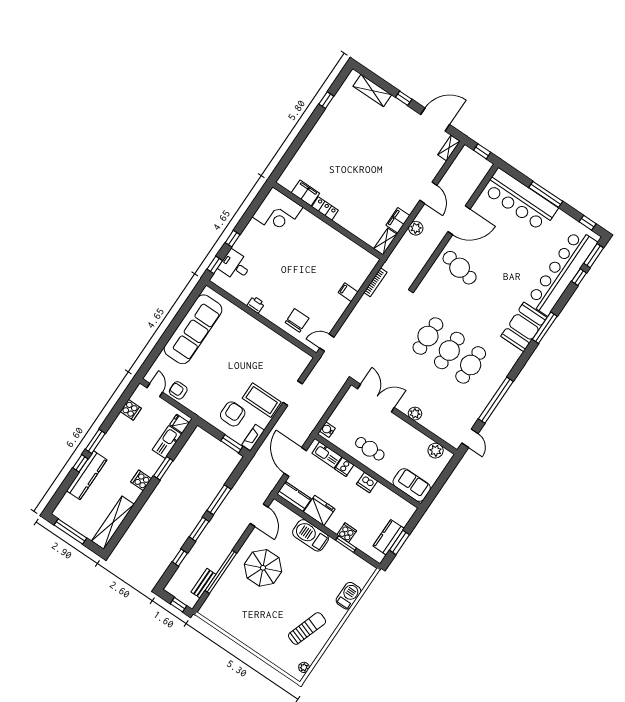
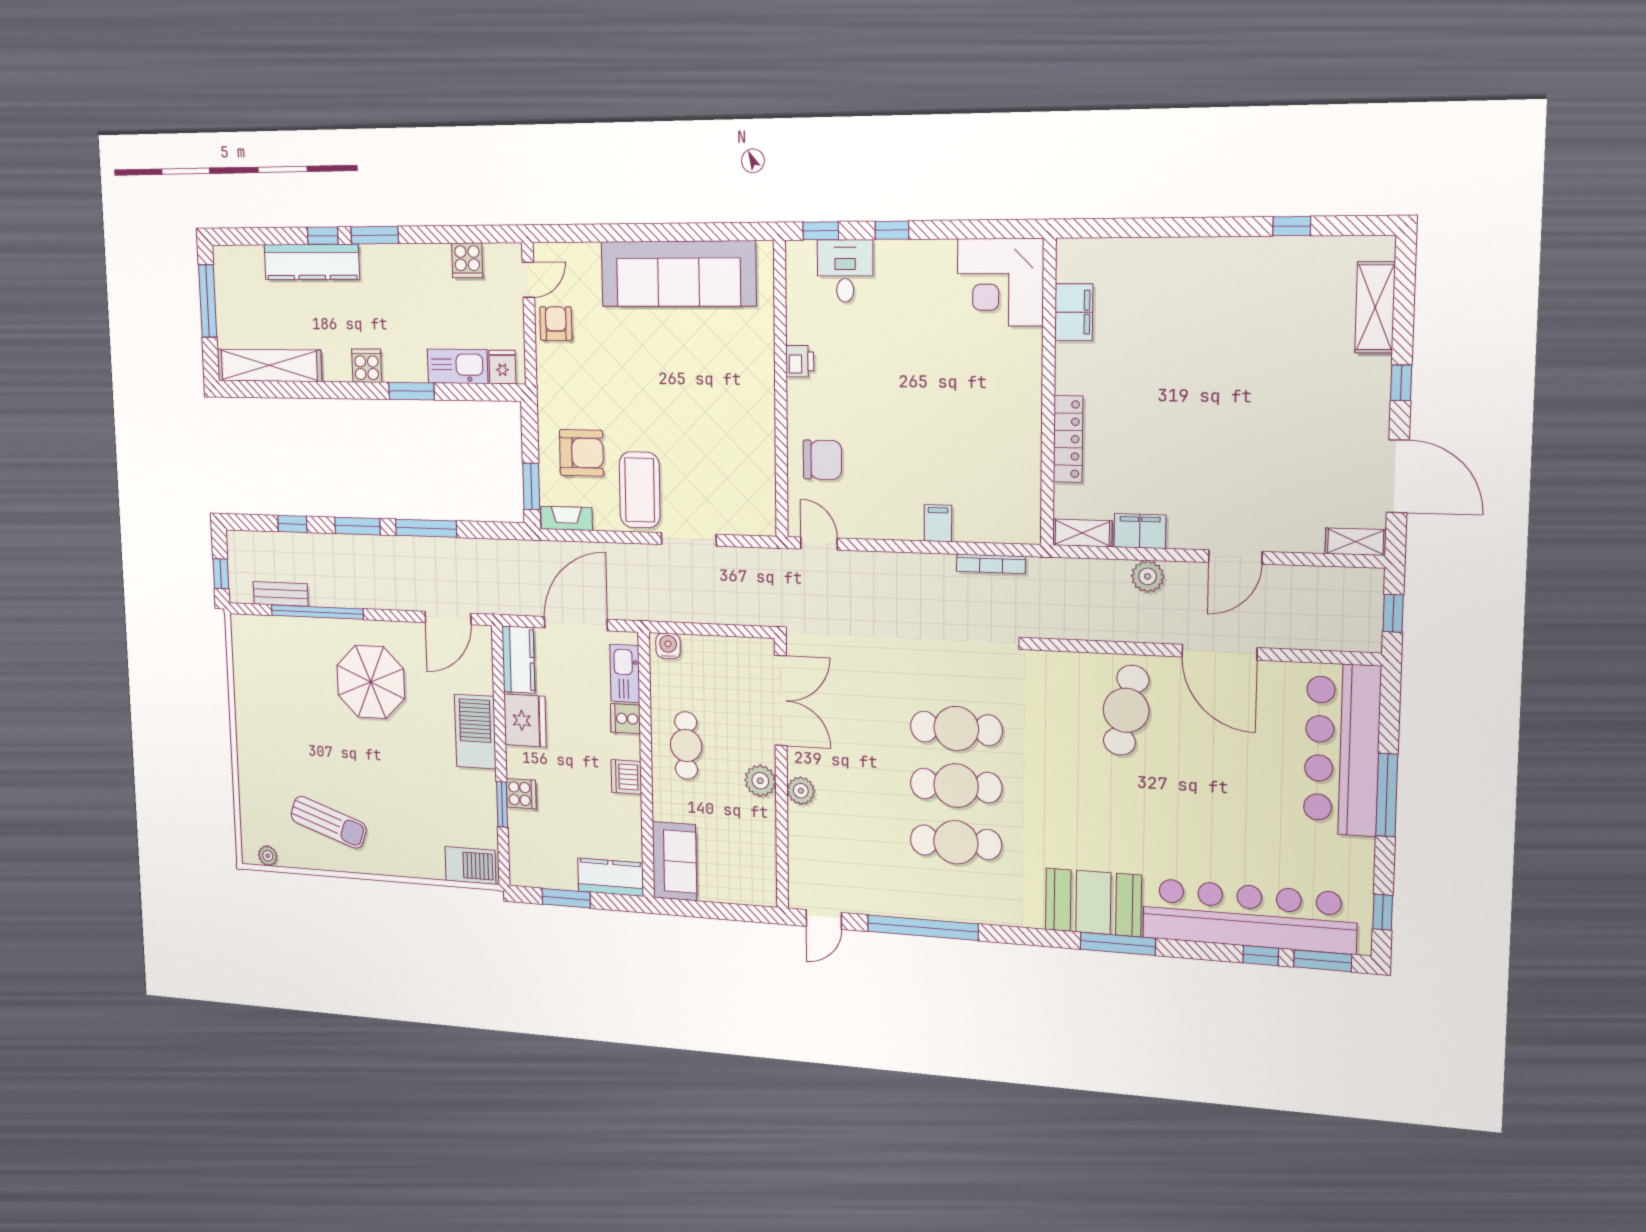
locker: (325, 208) -> (1068, 439), moved, width x1.53
plant: (436, 451) -> (760, 781), moved
kitchen counter: (389, 537) -> (611, 877), moved
barbecue: (349, 596) -> (470, 865), moved

